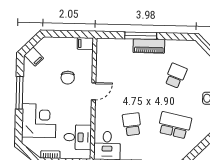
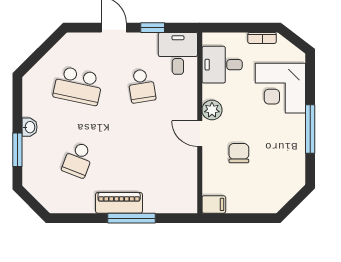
filing cabinet: (34, 57) -> (290, 183), removed
door: (94, 91) -> (200, 134), hinge flipped
plant: (85, 107) -> (212, 110), added

